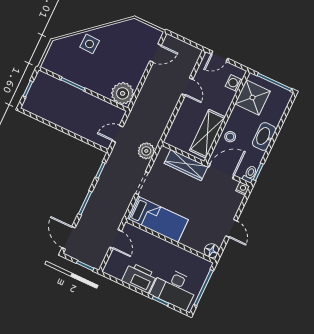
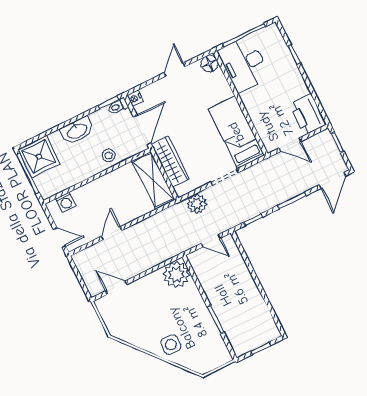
shower: (252, 98) -> (39, 157), moved
shelving: (207, 134) -> (153, 180), moved, turned 90
door: (221, 171) -> (142, 130), swing flipped
door: (116, 239) -> (290, 145), swing flipped
printer: (139, 278) -> (308, 114), moved
desk: (174, 288) -> (244, 64), moved, turned 180

